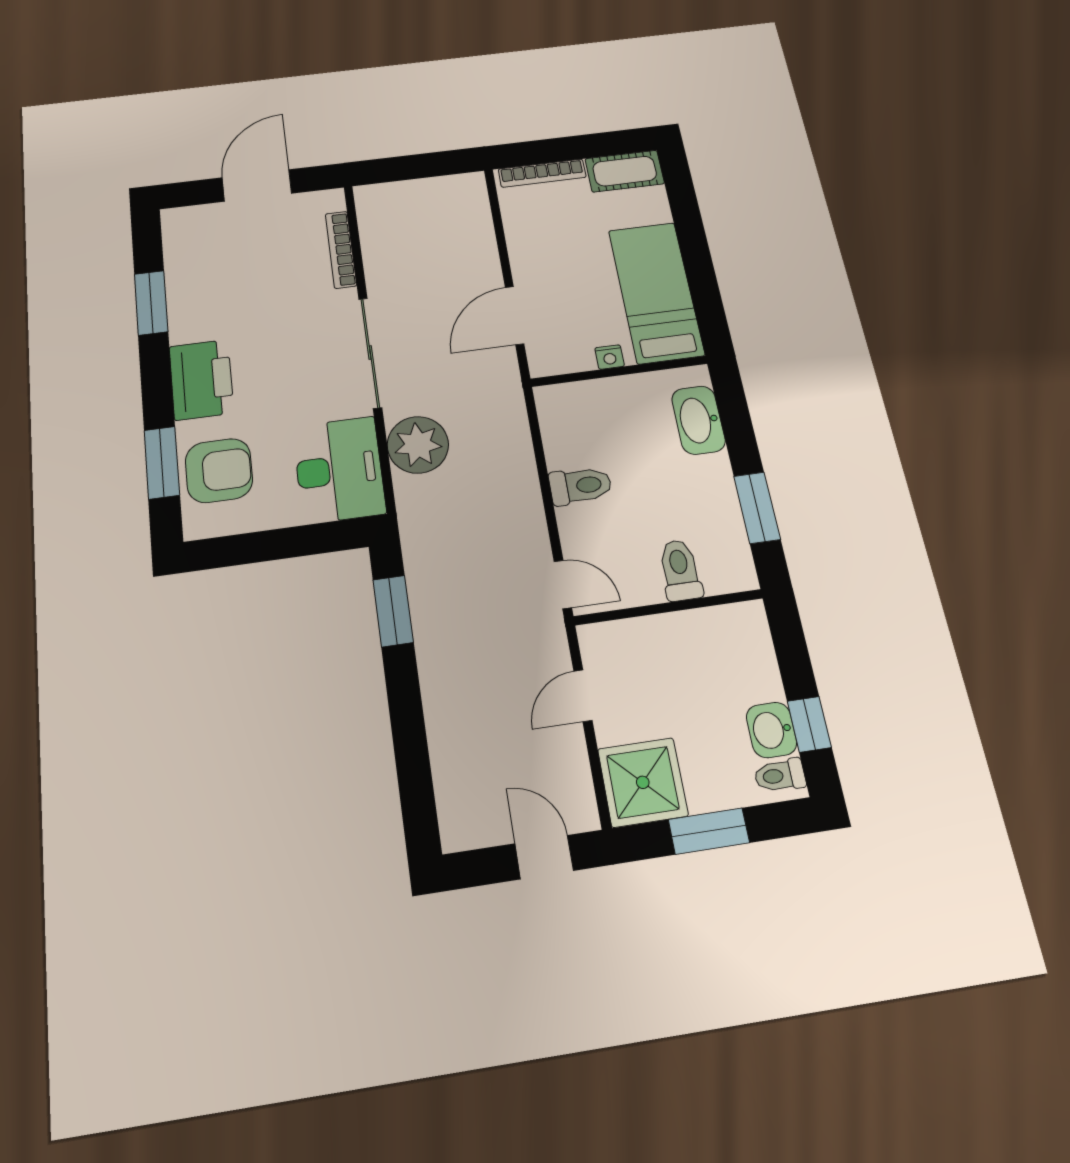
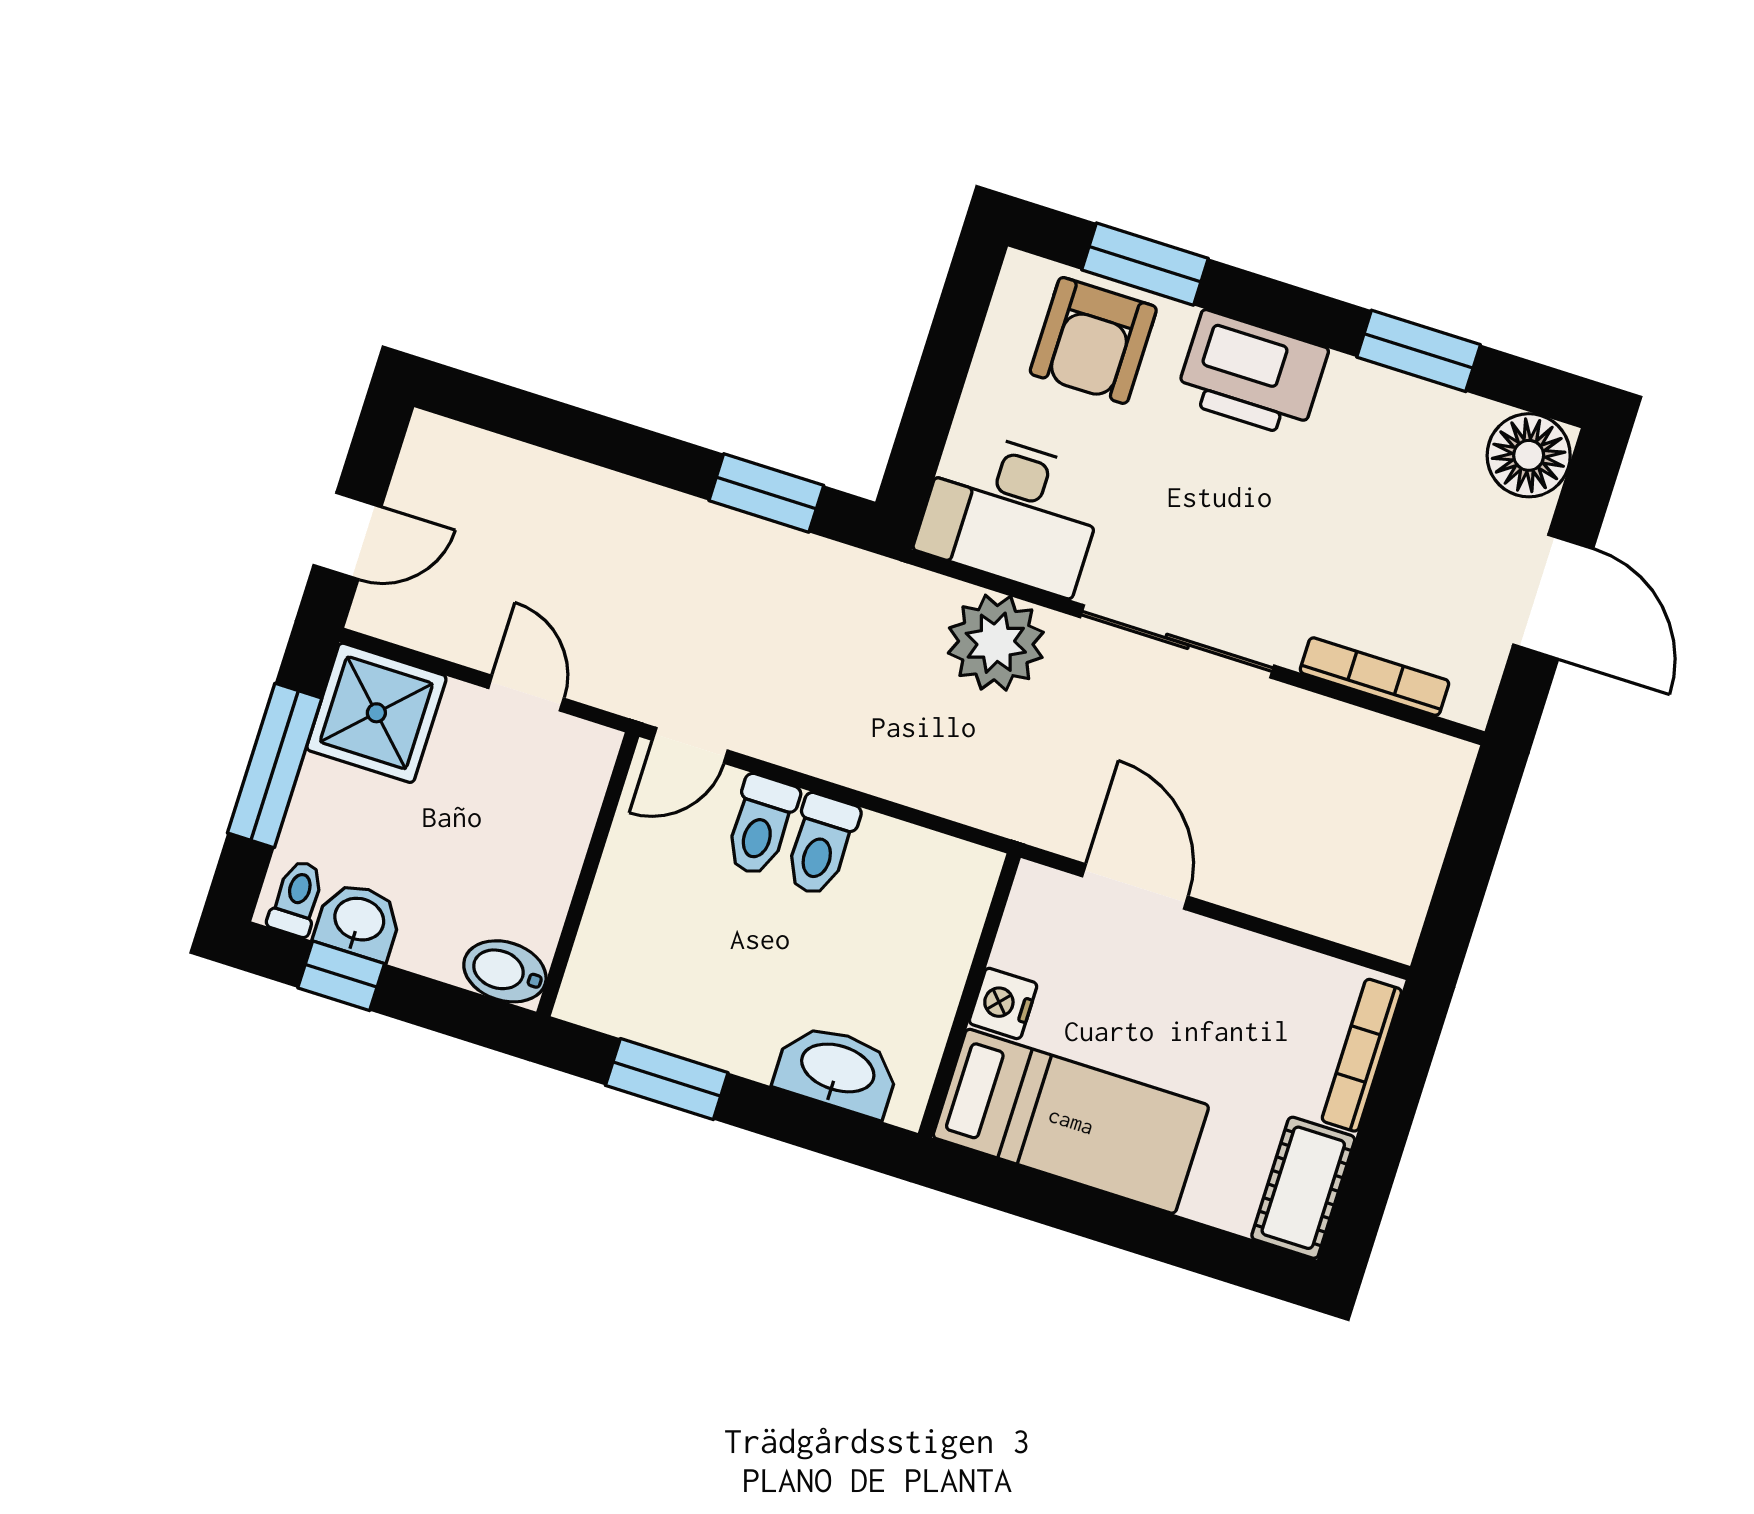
floor lamp: (186, 227) -> (1529, 455), added
nightstand: (610, 357) -> (1003, 1003), width x1.39, depth x1.35
toilet: (680, 570) -> (761, 825), moved, turned 90
bidet: (750, 628) -> (505, 971), added
window: (709, 831) -> (275, 765), width x1.44

